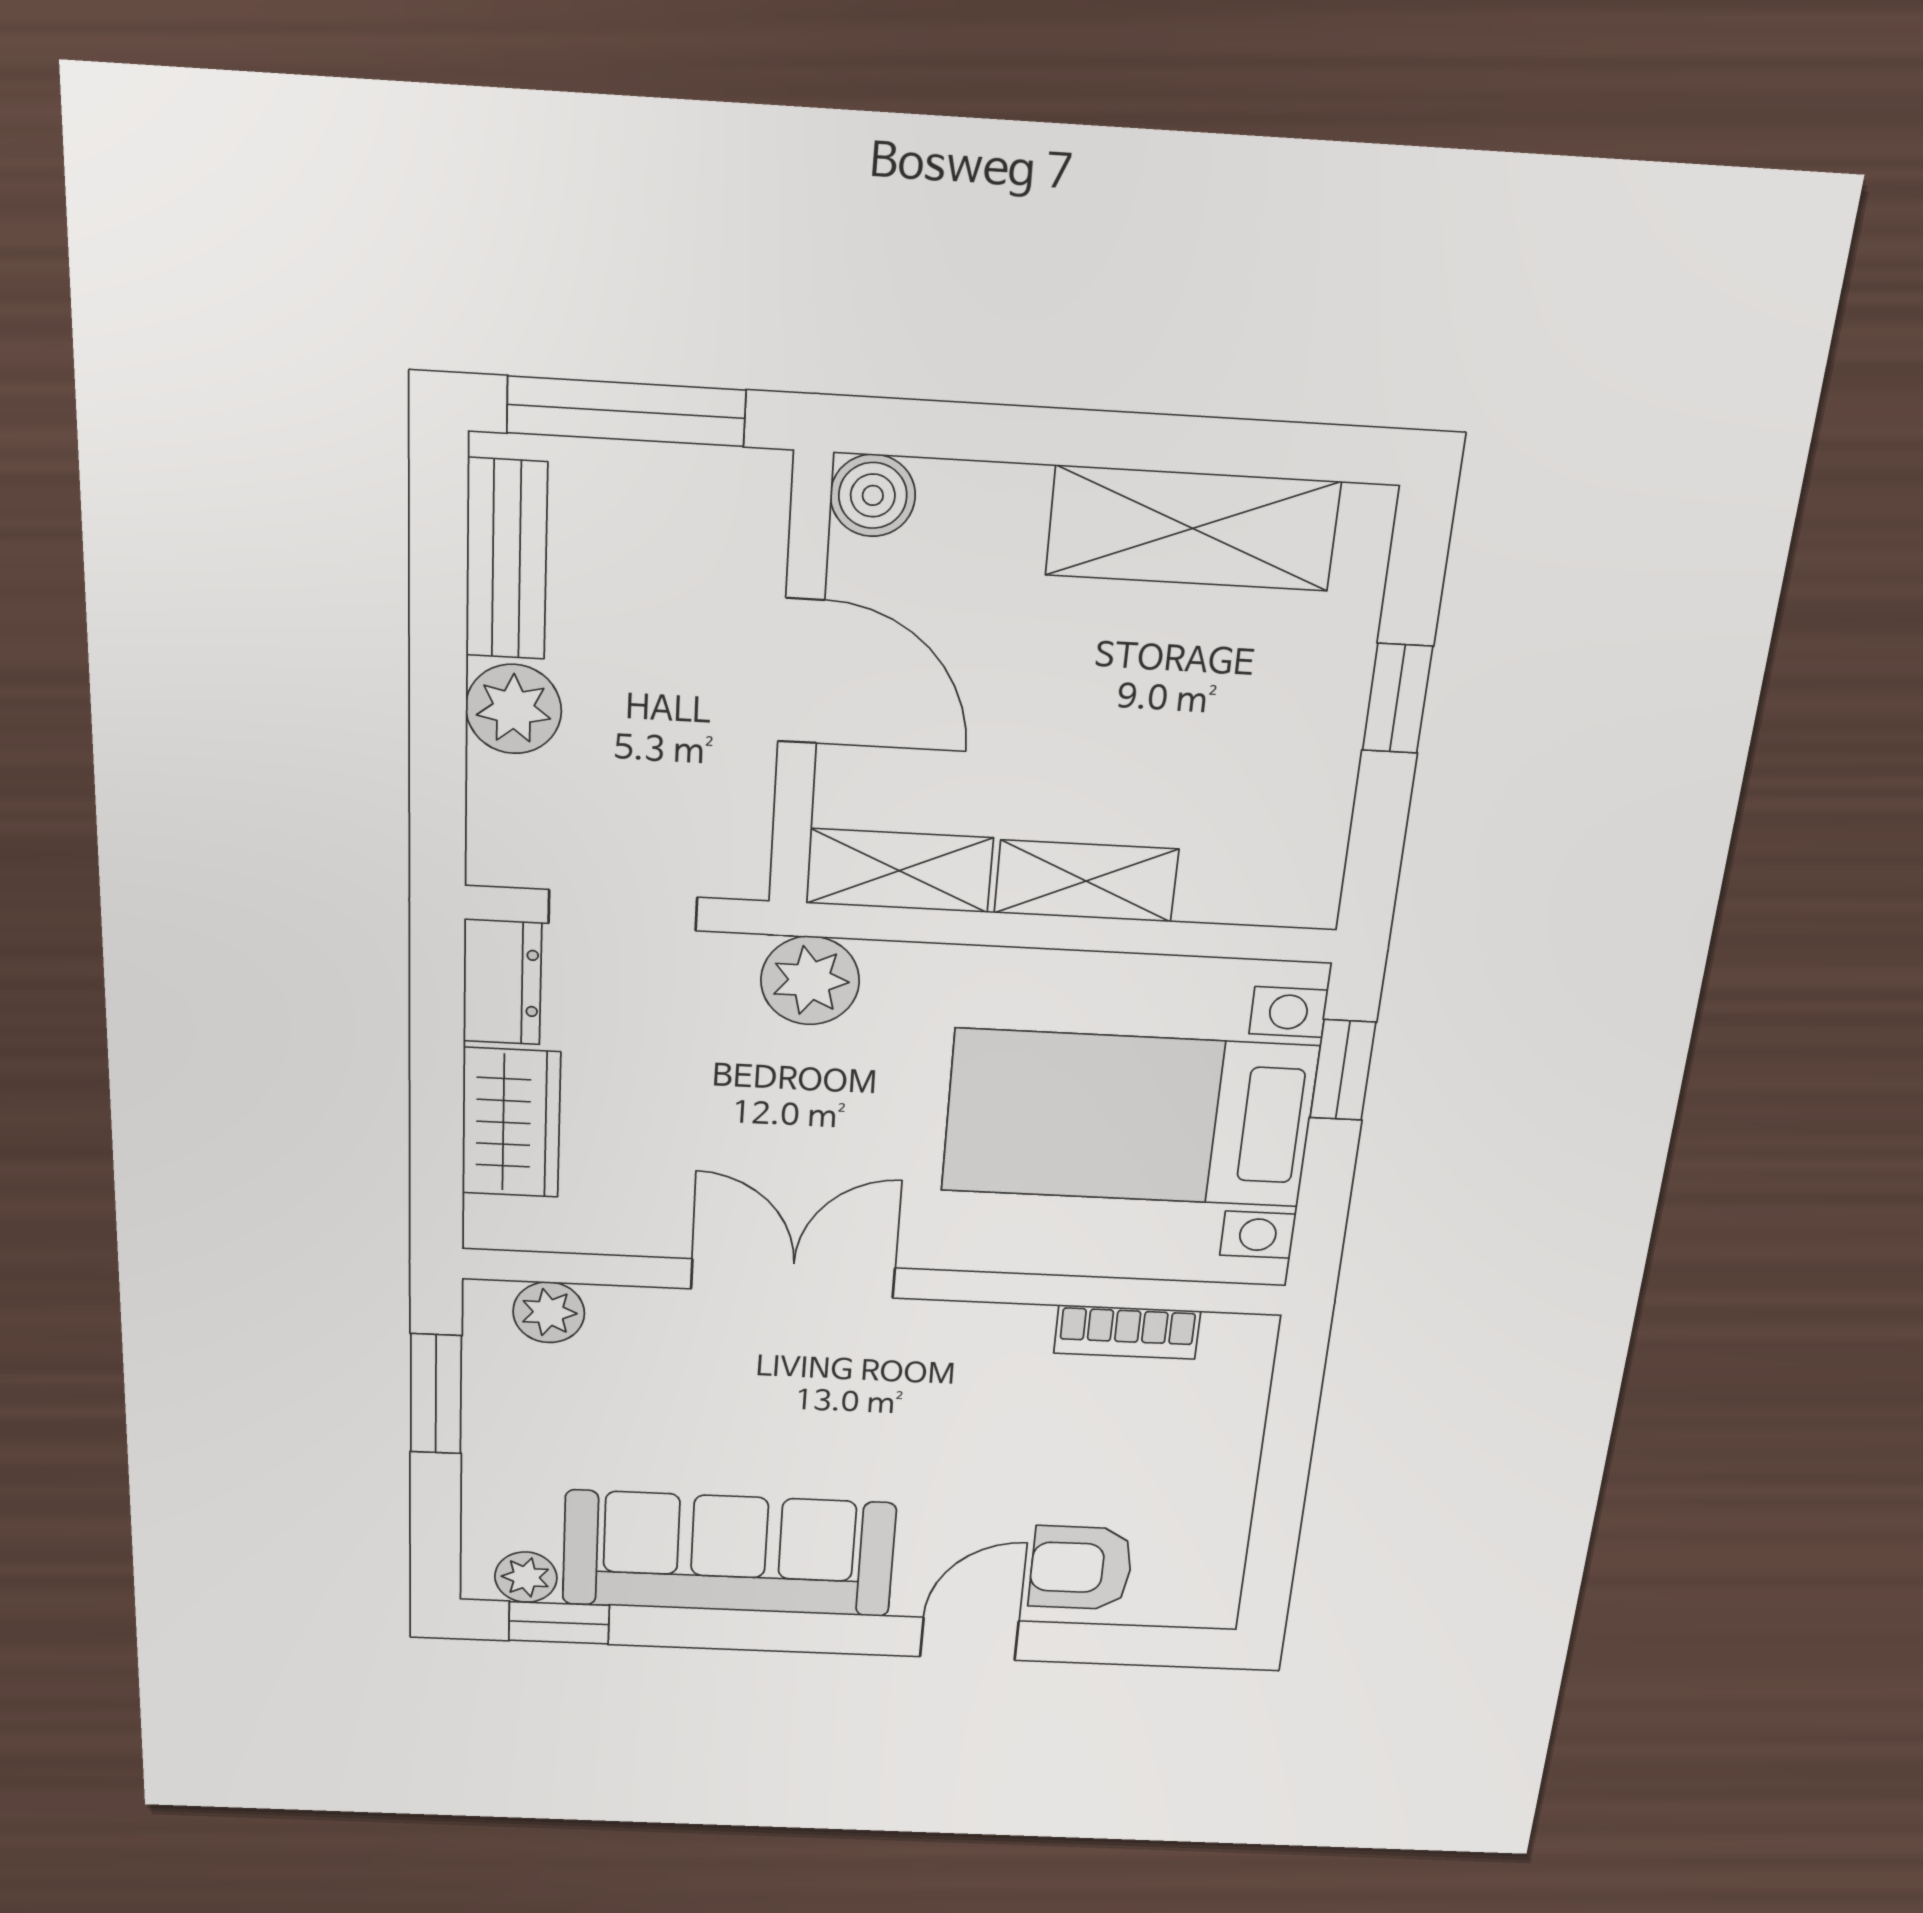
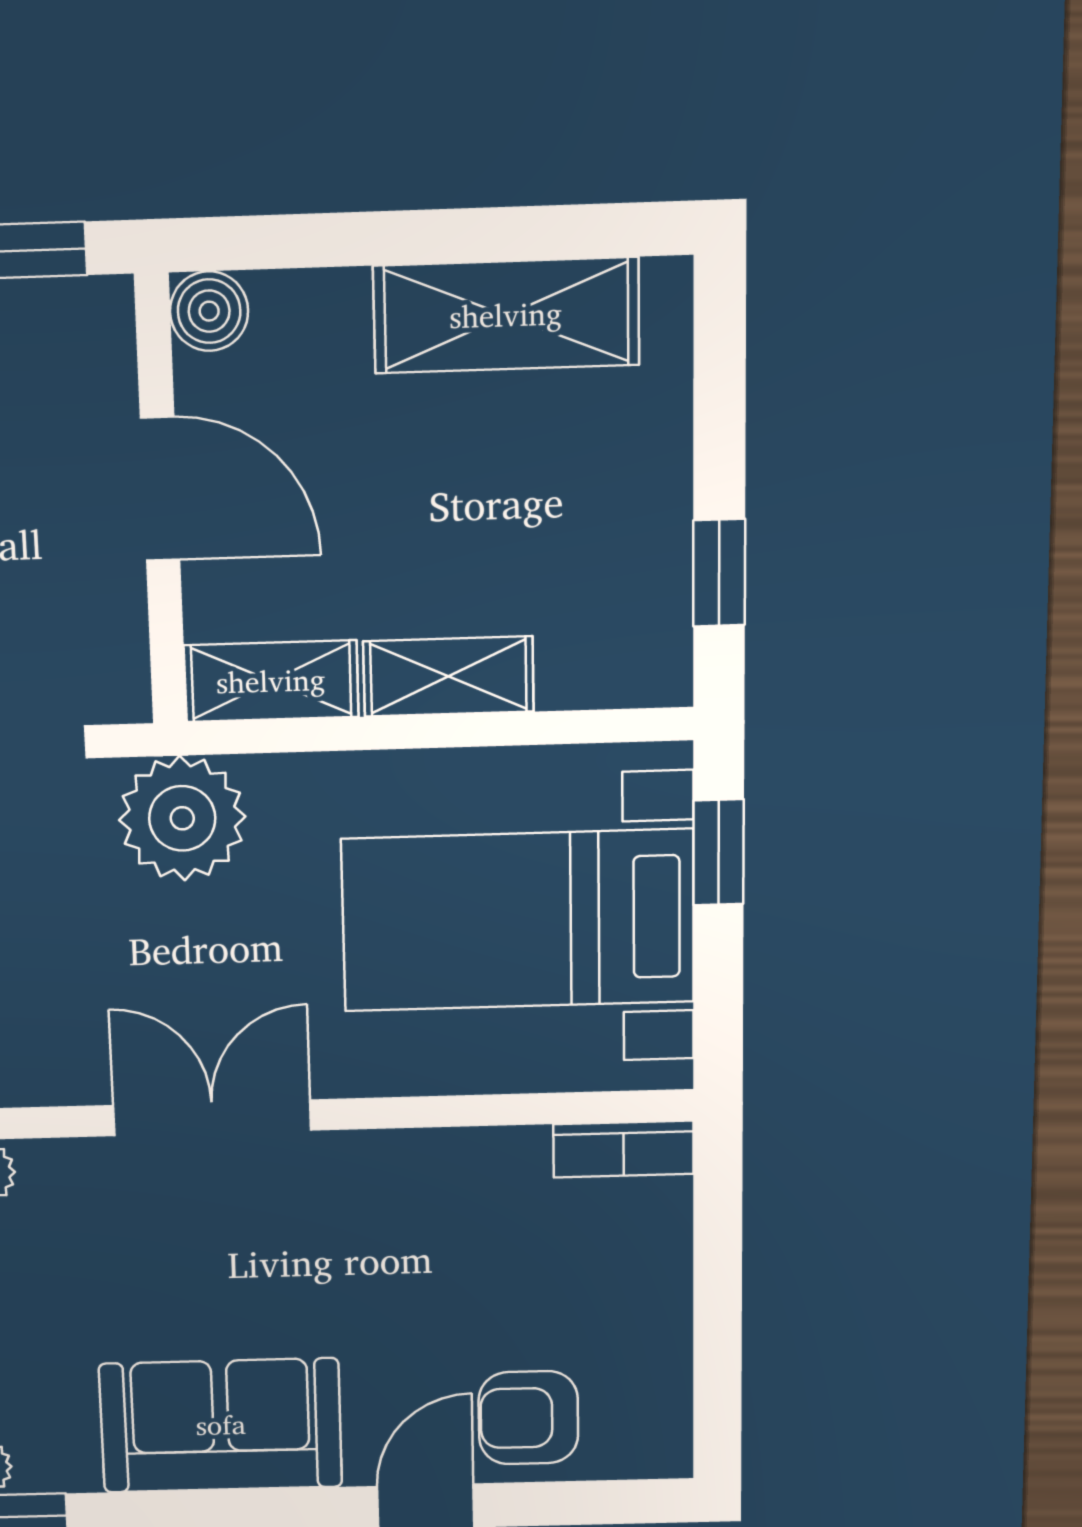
window: (1397, 698) -> (719, 573), moved
plant: (810, 980) -> (182, 818), width x1.36, depth x1.36
bookcase: (1127, 1332) -> (623, 1149), moved
sofa: (729, 1554) -> (221, 1425), width x0.73

